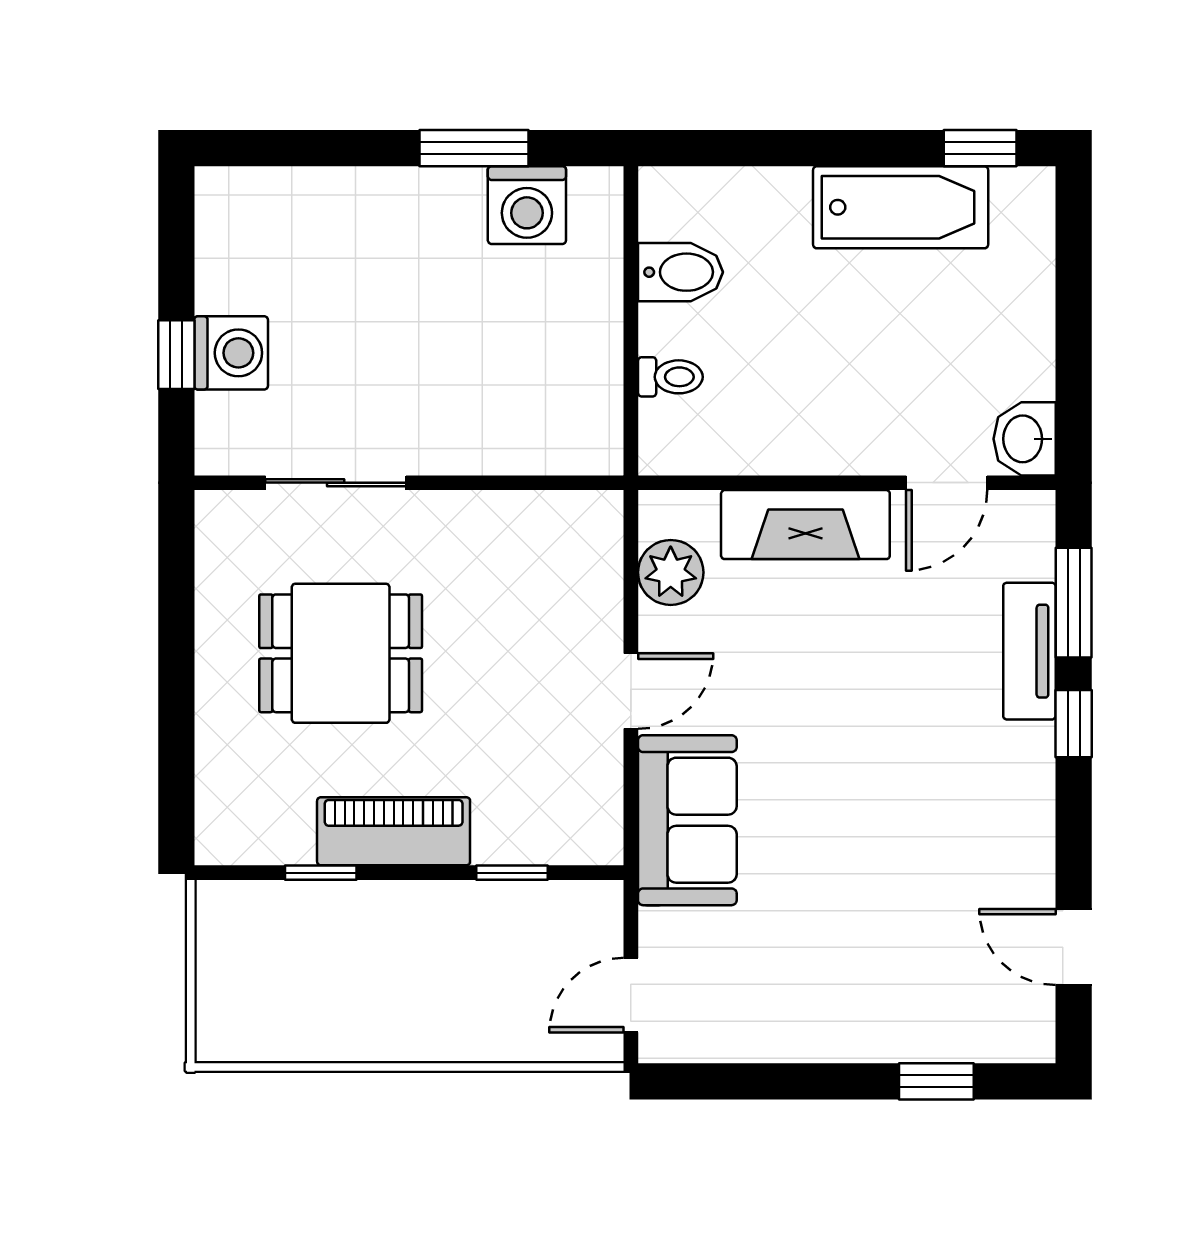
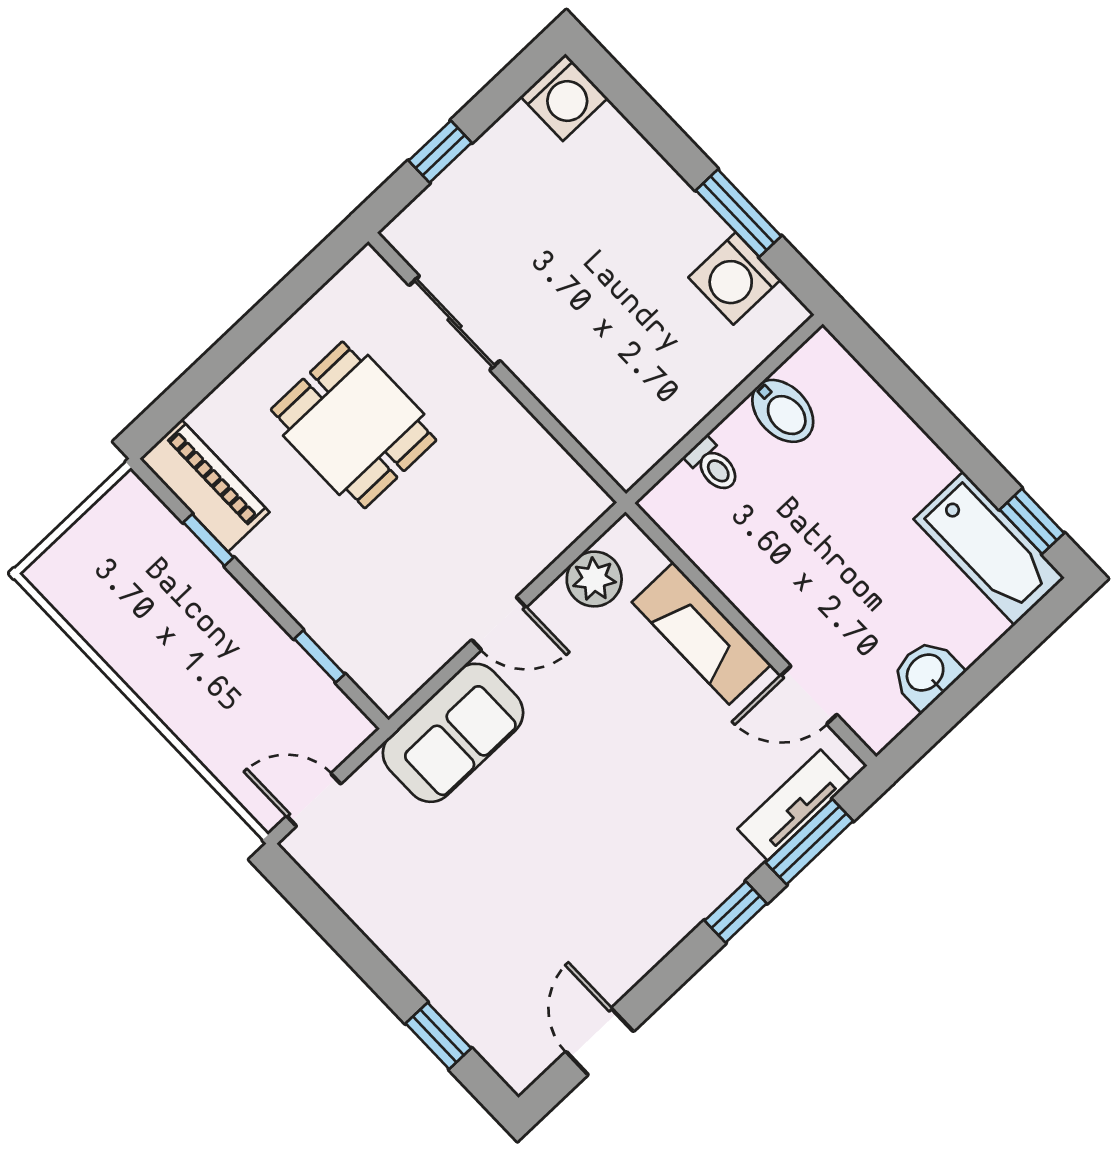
bathtub: (901, 207) -> (989, 548), moved
washing machine: (231, 353) -> (564, 97), moved
washbasin: (1025, 439) -> (926, 674), moved
tv unit: (1029, 651) -> (794, 805), moved
piano: (394, 831) -> (205, 485), moved

